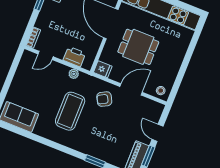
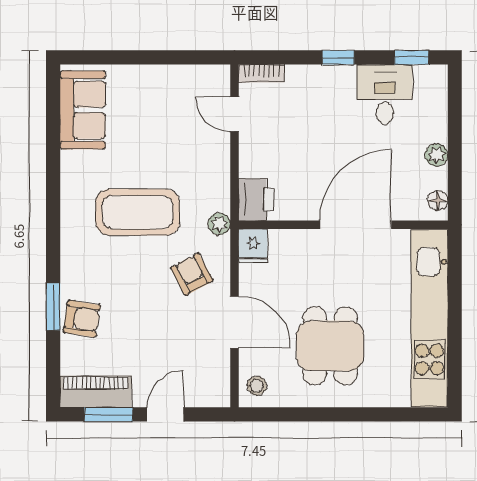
dining table: (138, 47) -> (330, 346), moved
printer: (74, 57) -> (256, 200), moved
plant: (74, 74) -> (219, 224), moved
armchair: (105, 151) -> (82, 319), added

